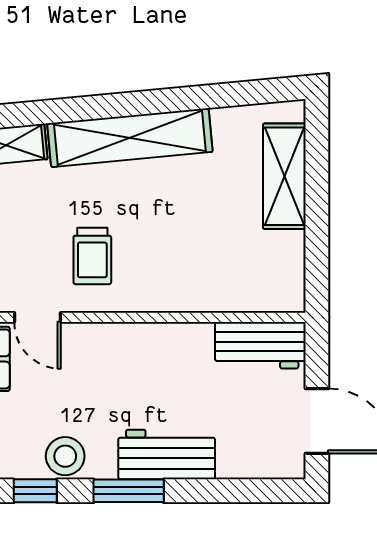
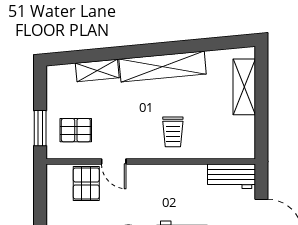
trolley: (92, 256) -> (173, 132), moved

